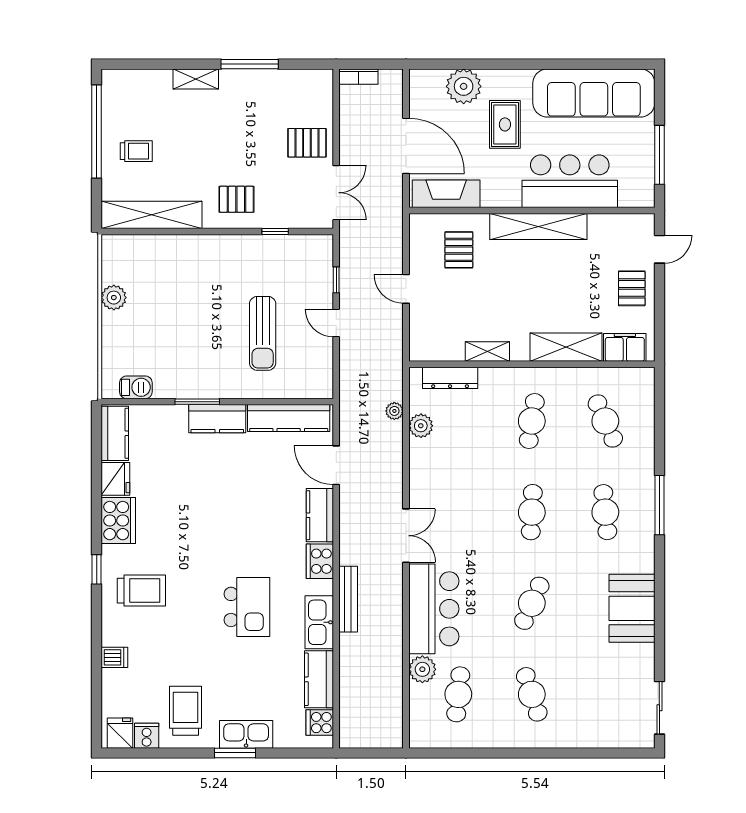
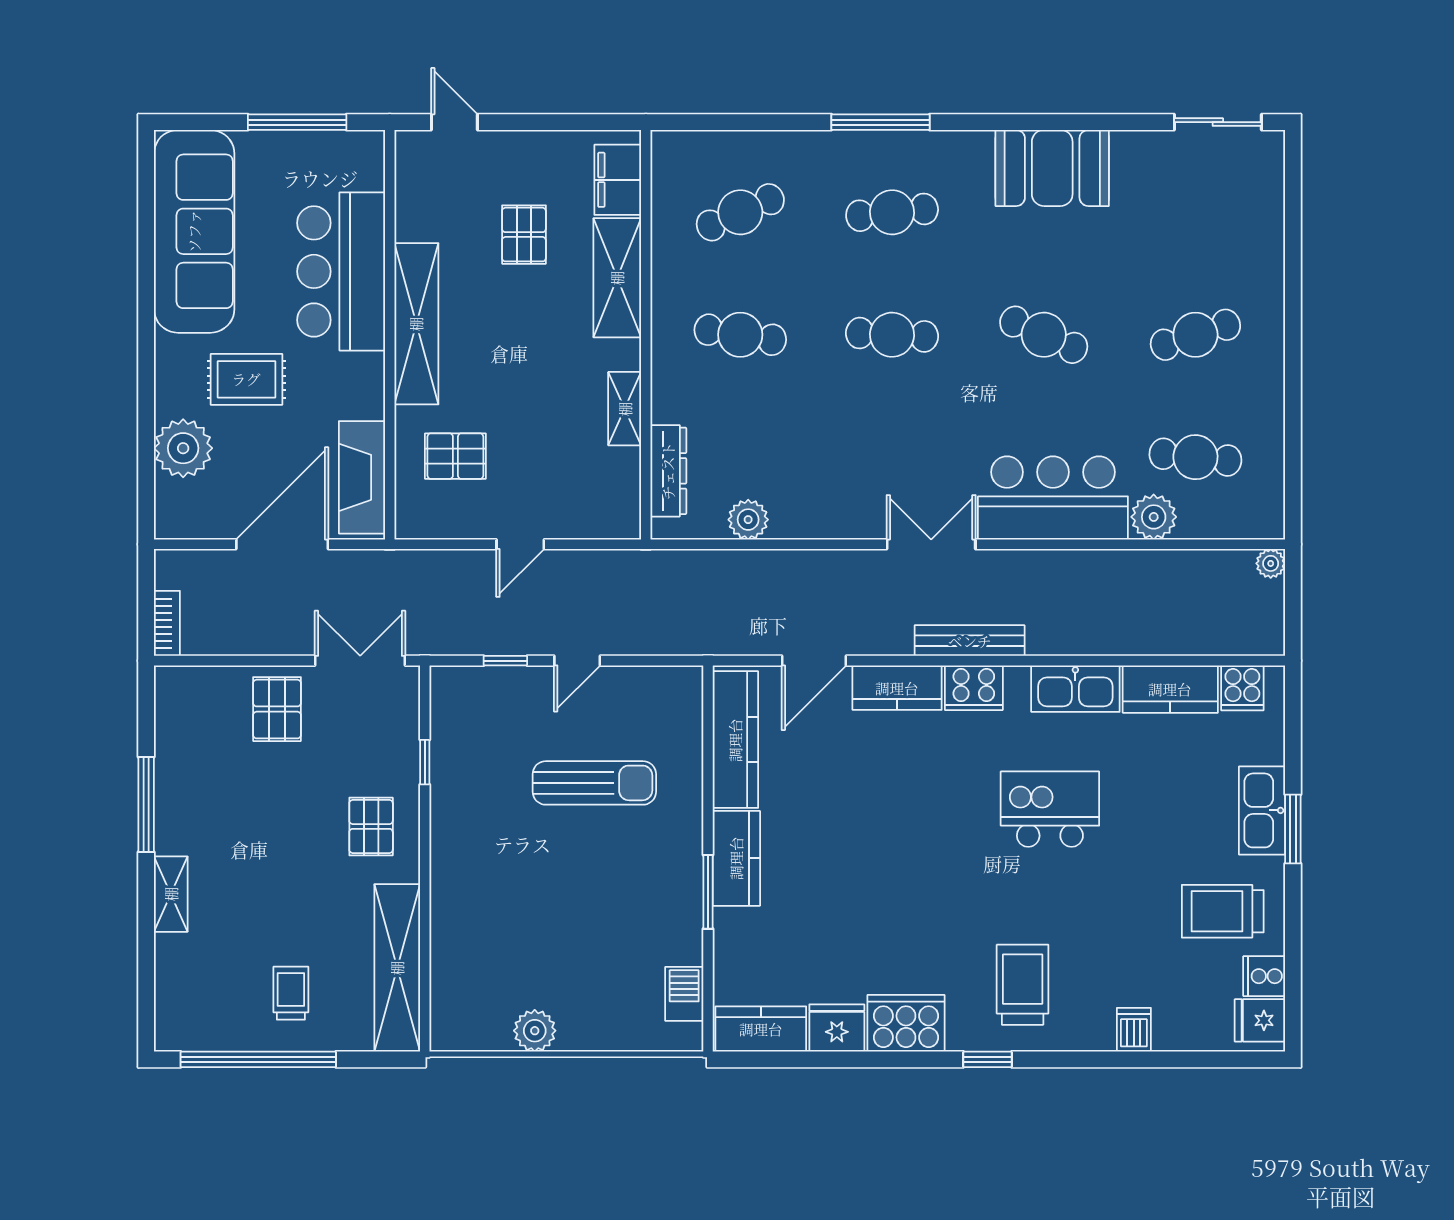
pallet: (632, 288) -> (524, 235), moved, turned 90
plant: (394, 411) -> (1271, 563), moved
bench: (348, 599) -> (970, 641), moved

